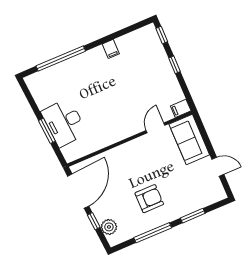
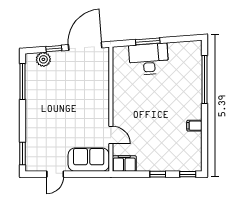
filing cabinet: (181, 108) -> (124, 164), width x2.00
door: (78, 191) -> (85, 46), swing flipped
armchair: (149, 199) -> (53, 104), removed
window: (193, 216) -> (23, 153), moved
window: (153, 233) -> (23, 82), moved

